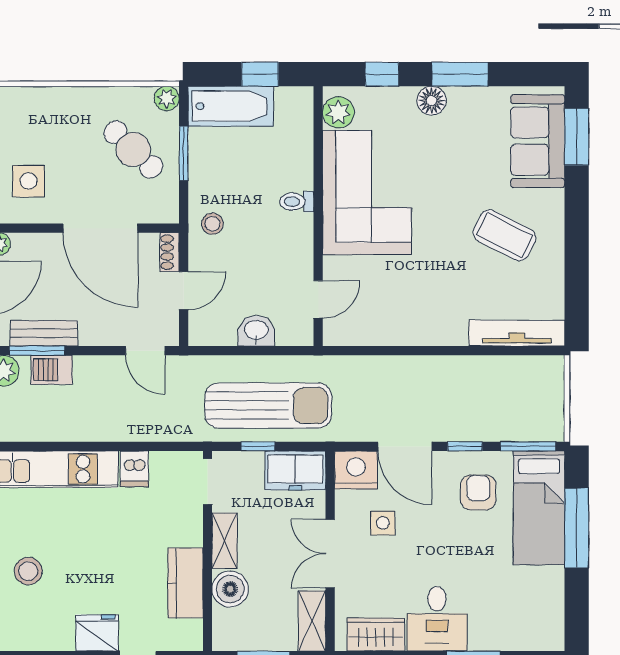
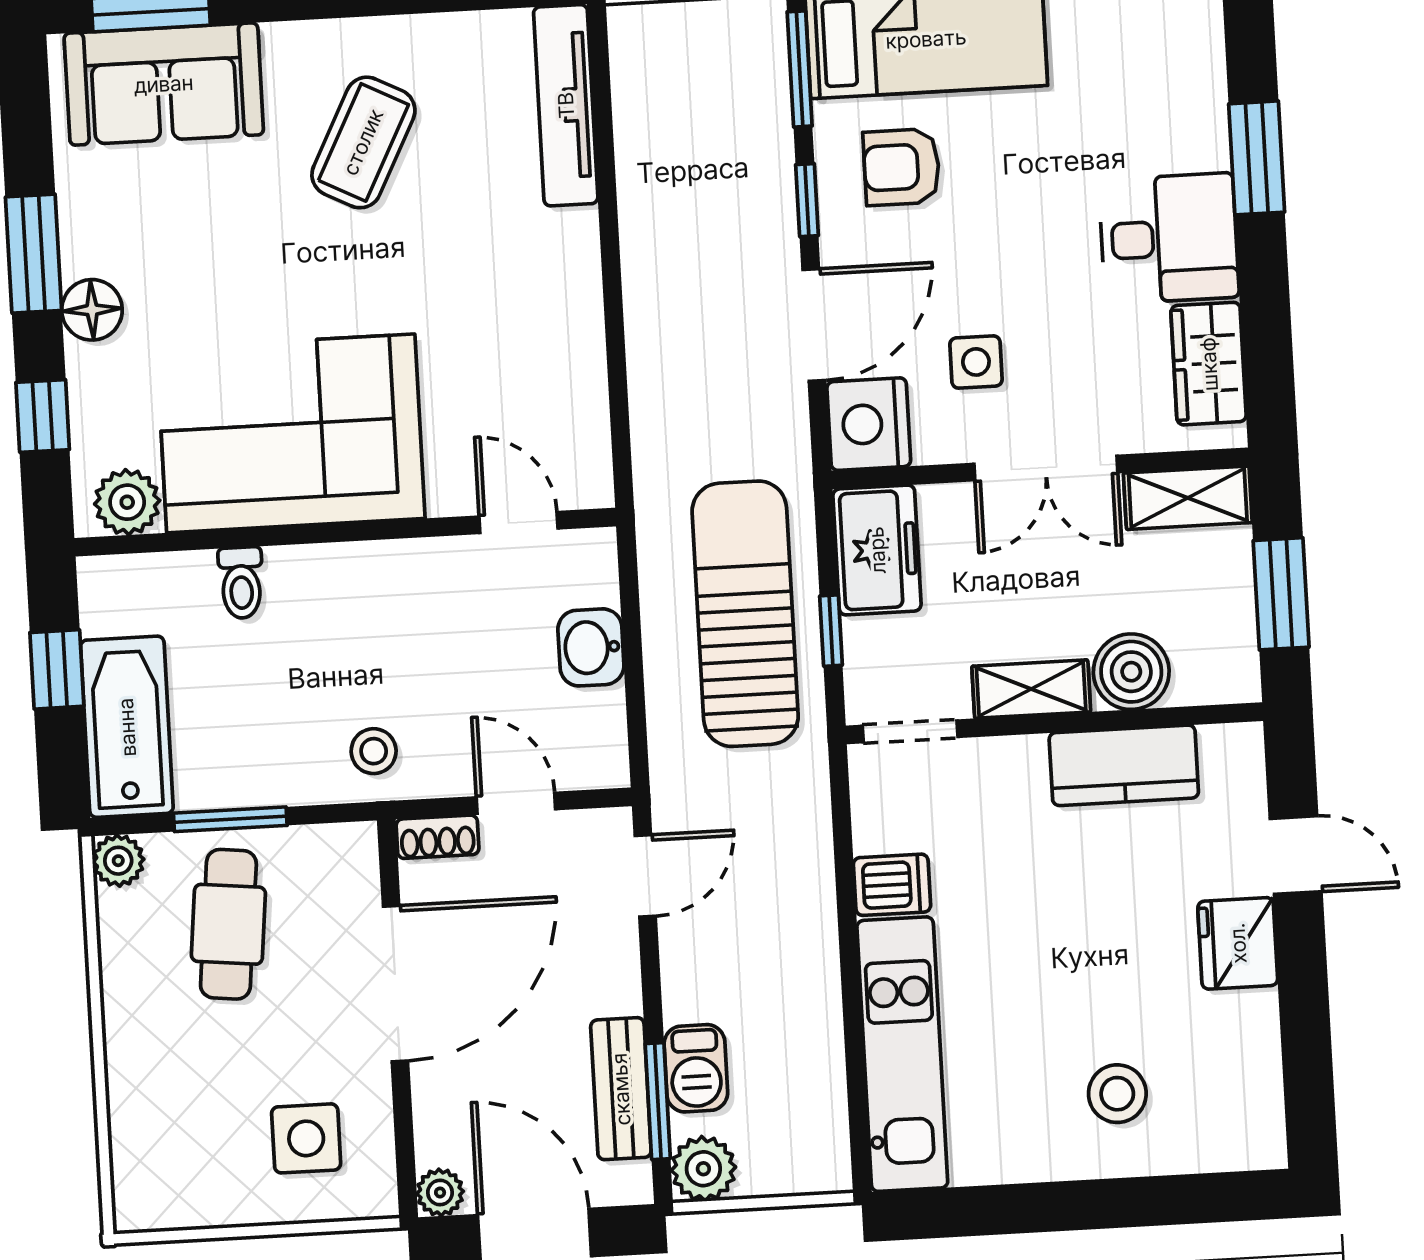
cafe table: (133, 150) -> (228, 924), turned -38
toilet: (297, 202) -> (241, 583), moved

